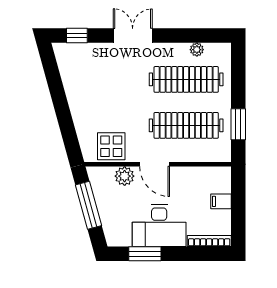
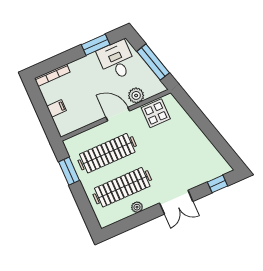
plant: (197, 50) -> (137, 207), moved
desk: (159, 225) -> (117, 60), moved, width x0.73

